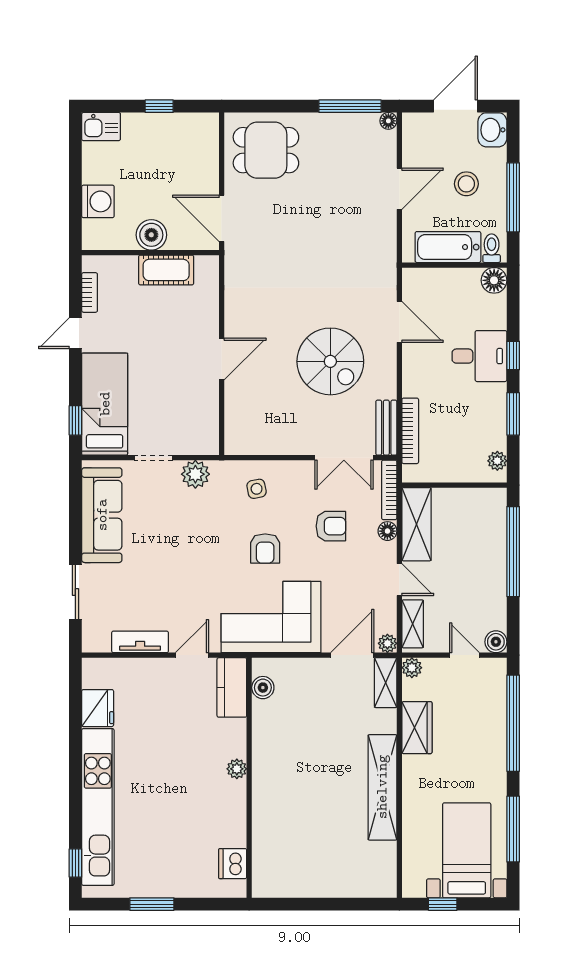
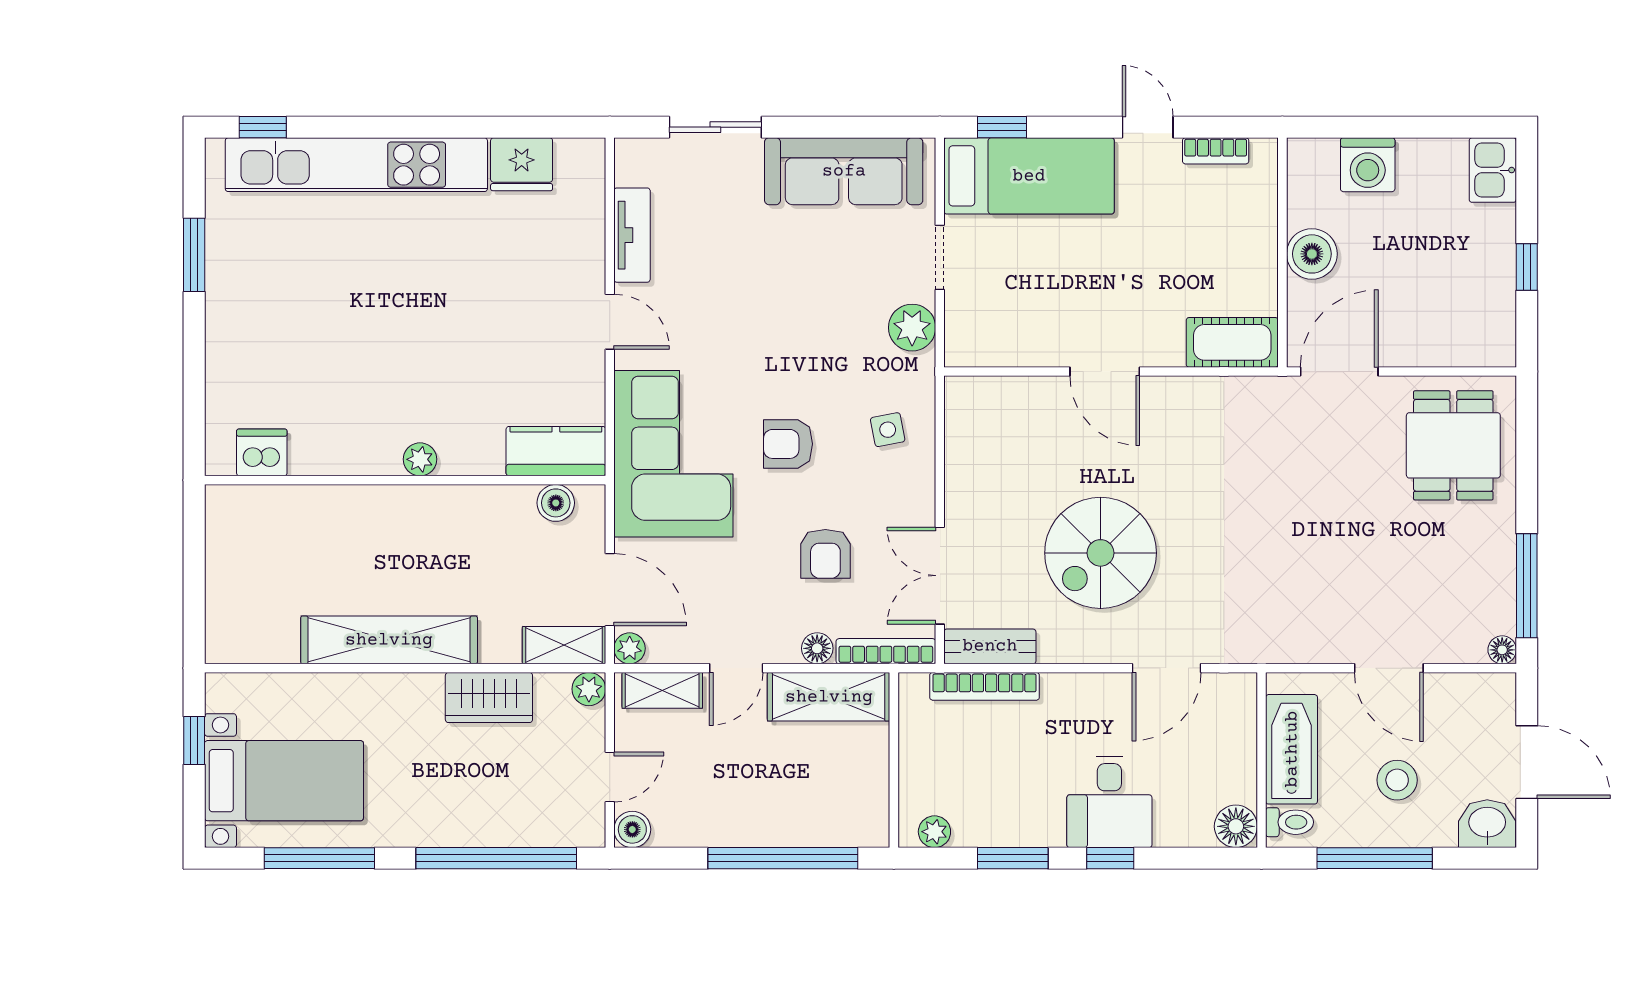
cot: (166, 270) -> (1232, 342), moved, turned 90
kitchen counter: (232, 687) -> (556, 451), moved
boiler: (263, 688) -> (556, 503), moved
plant: (237, 769) -> (420, 459), moved
wall: (249, 778) -> (405, 480), moved
dishwasher: (233, 864) -> (262, 452), moved

